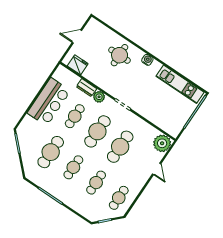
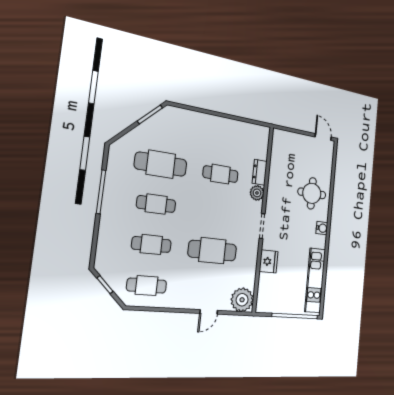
door: (77, 37) -> (323, 137), moved
fridge: (78, 65) -> (269, 261), moved
bar counter: (49, 102) -> (222, 133), removed
cafe table: (97, 131) -> (217, 212), removed

